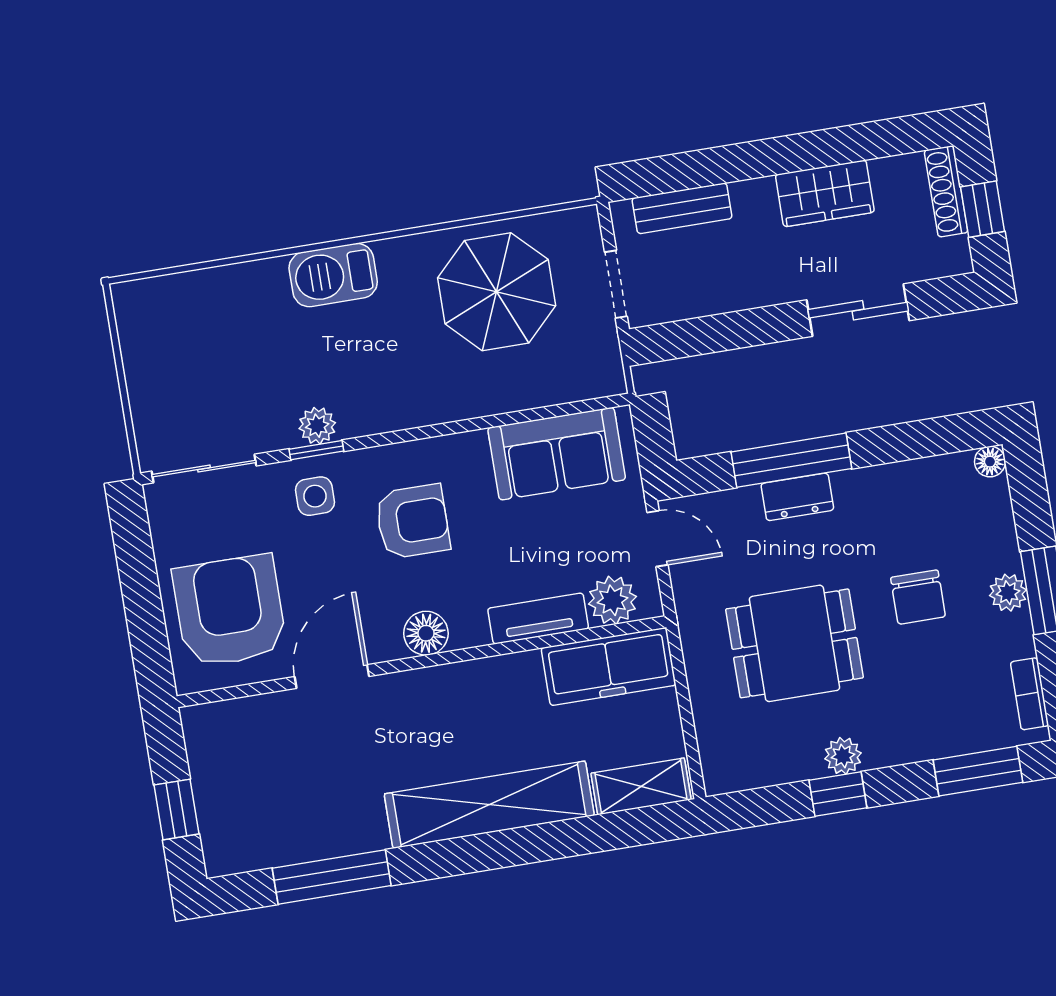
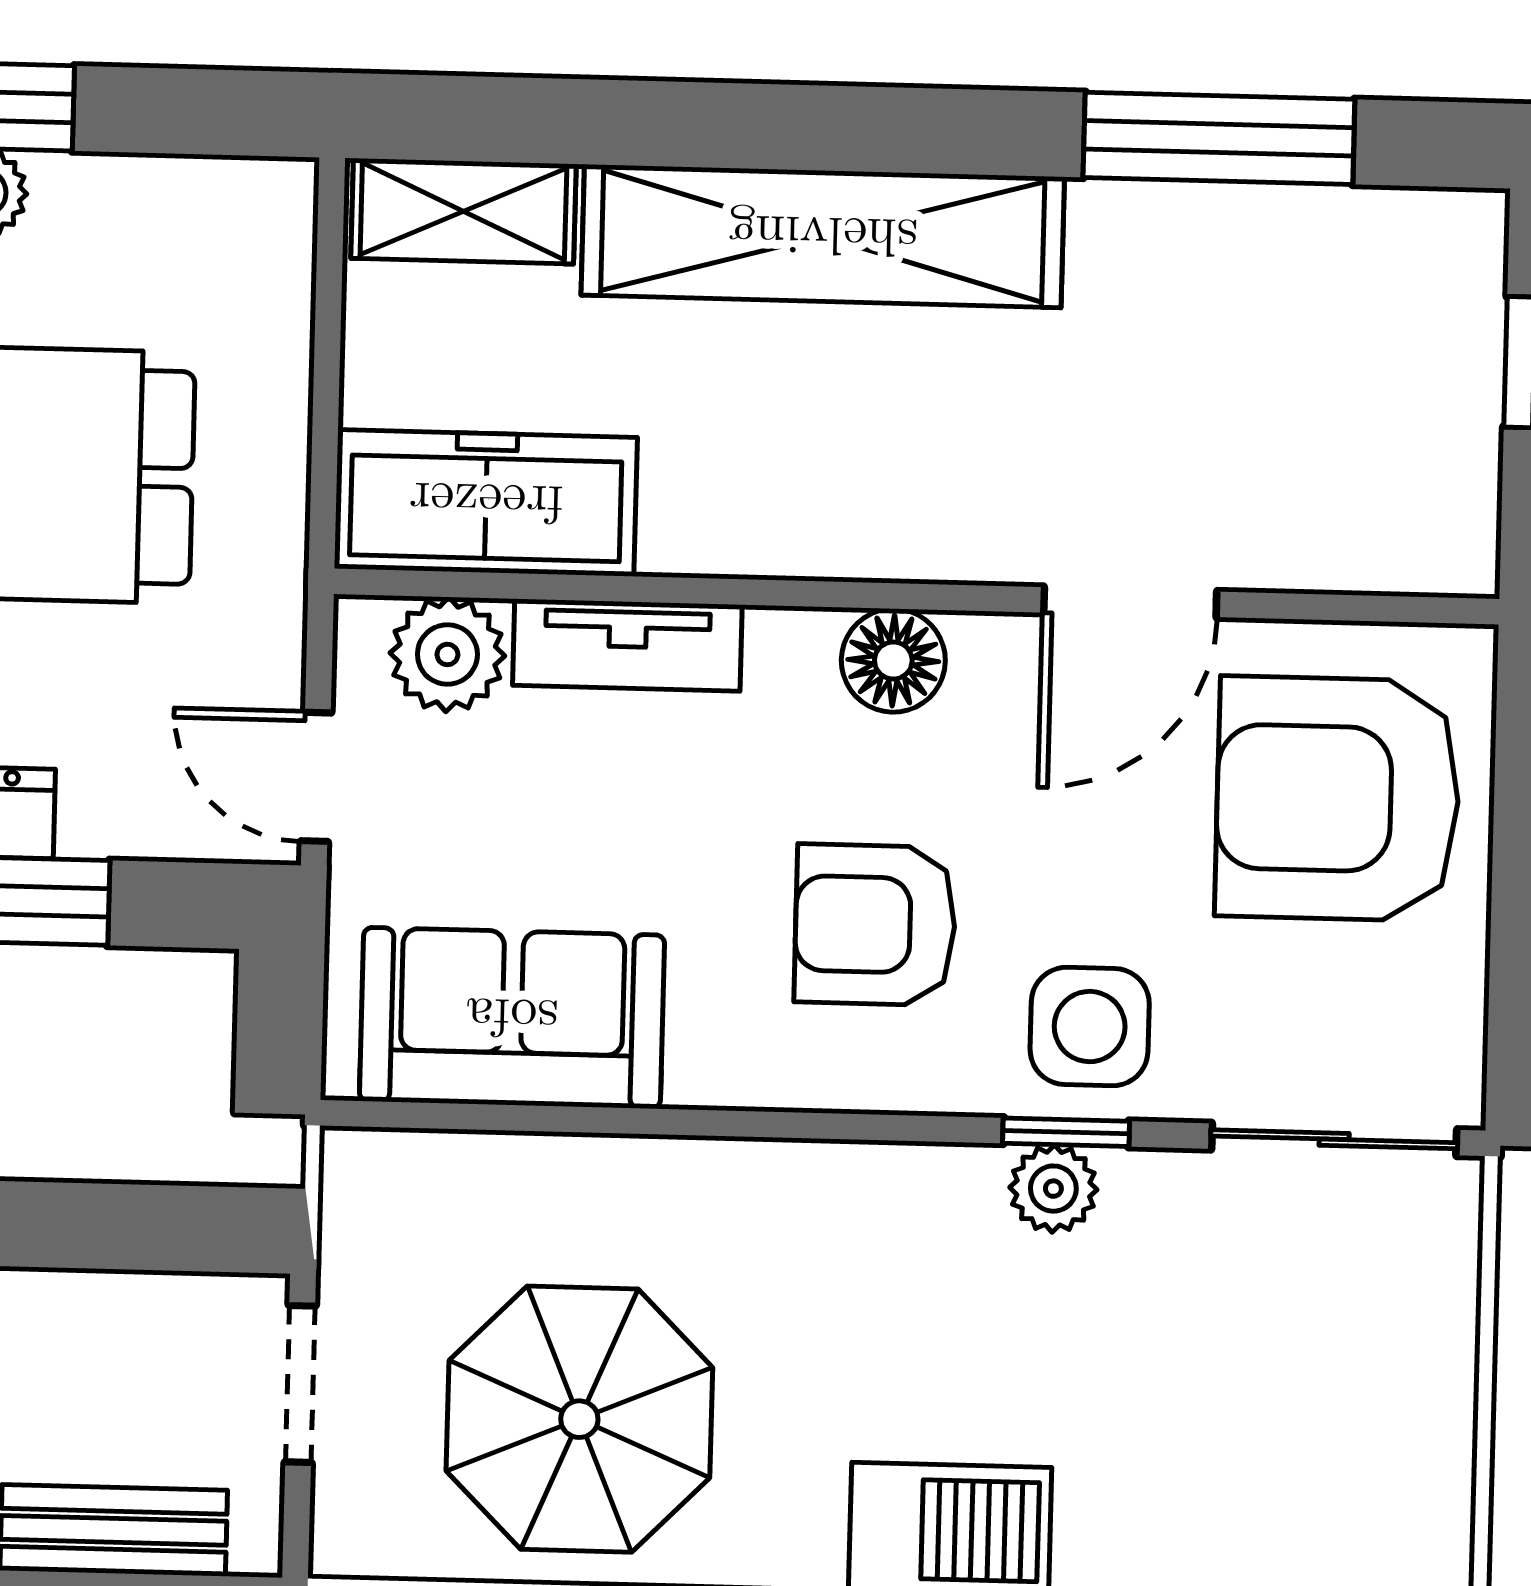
side table: (315, 496) -> (1090, 1027), width x1.37, depth x1.37
armchair: (230, 611) -> (1338, 799), turned 90

